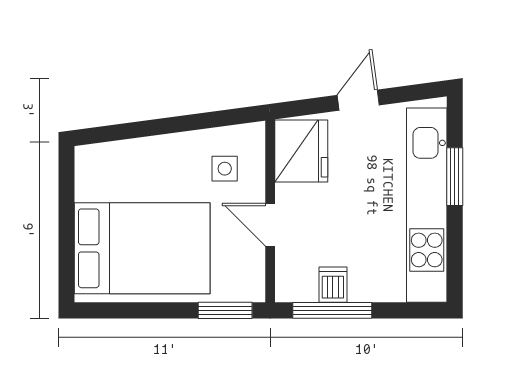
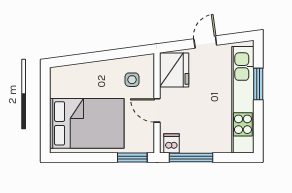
dishwasher: (333, 285) -> (171, 143), moved

